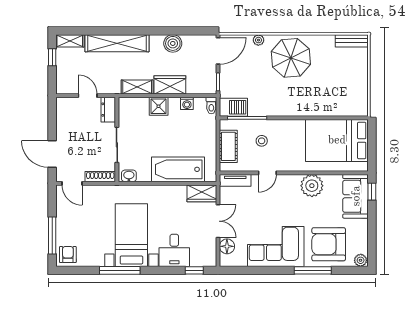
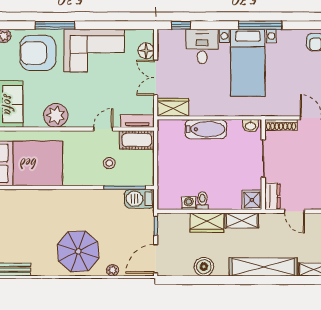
toilet: (211, 105) -> (202, 201), moved
shower: (159, 106) -> (252, 200), moved
cot: (228, 146) -> (137, 140), moved, turned 90
bathtub: (178, 169) -> (206, 129), width x0.73, depth x0.73
armchair: (329, 244) -> (38, 53), turned 180

